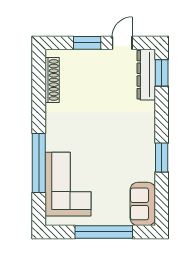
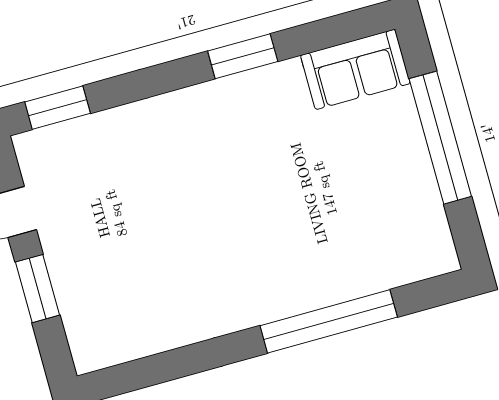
dresser: (146, 75) -> (71, 140), removed
shoe rack: (52, 80) -> (139, 343), removed
corner sofa: (68, 184) -> (357, 245), removed

